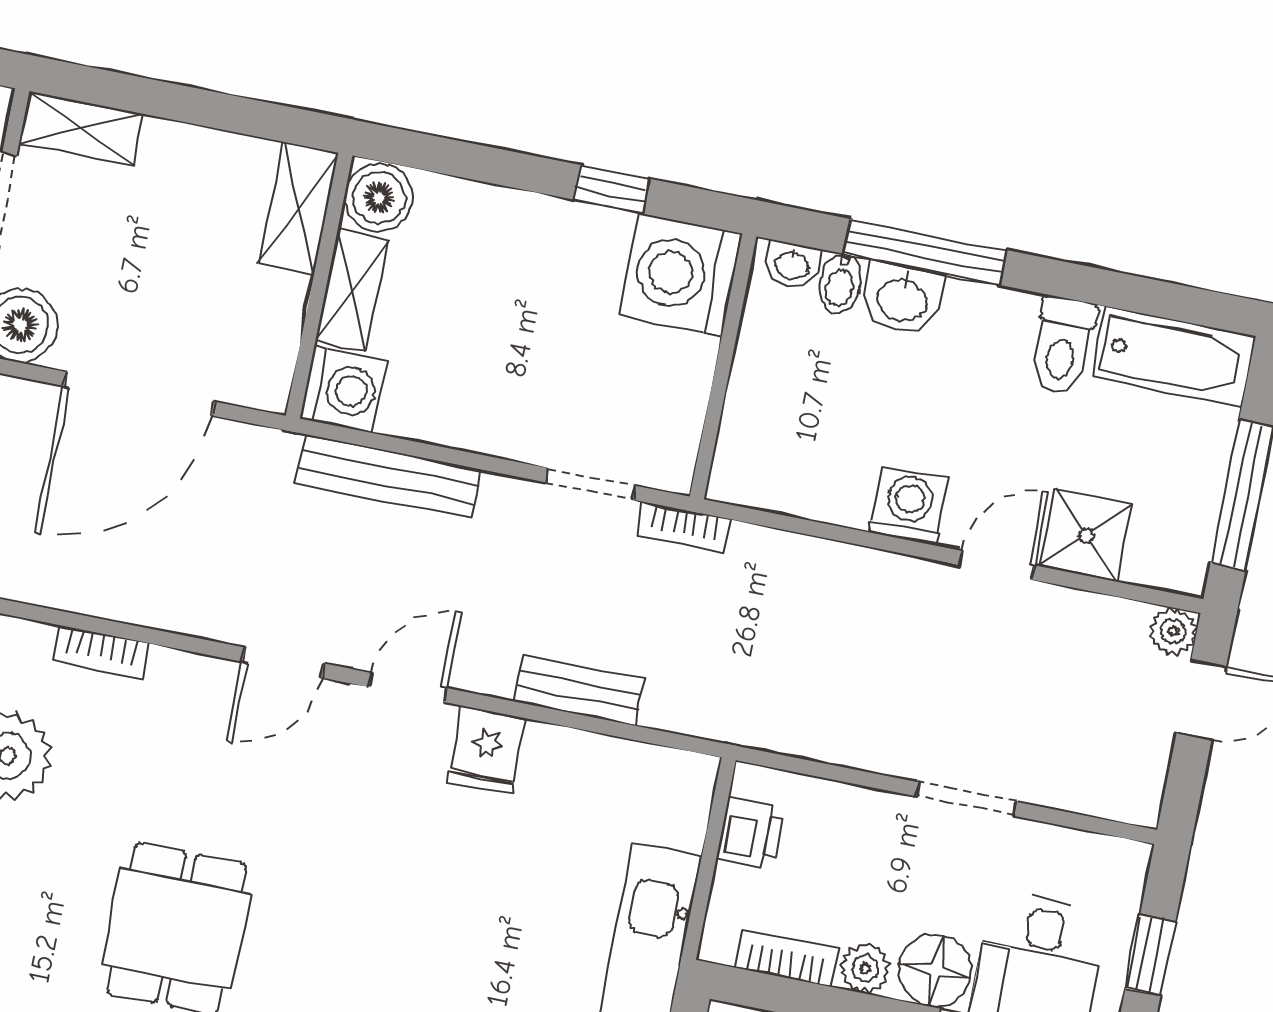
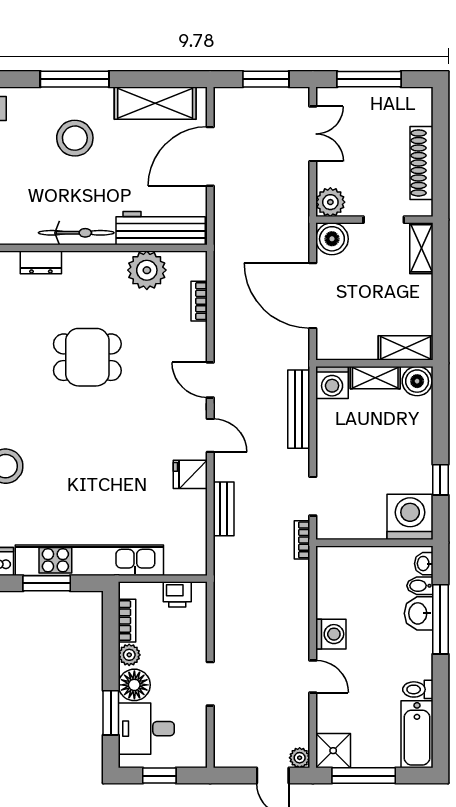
toilet: (1062, 346) -> (418, 689), width x0.73, depth x0.72
shower: (1086, 535) -> (333, 751), moved

